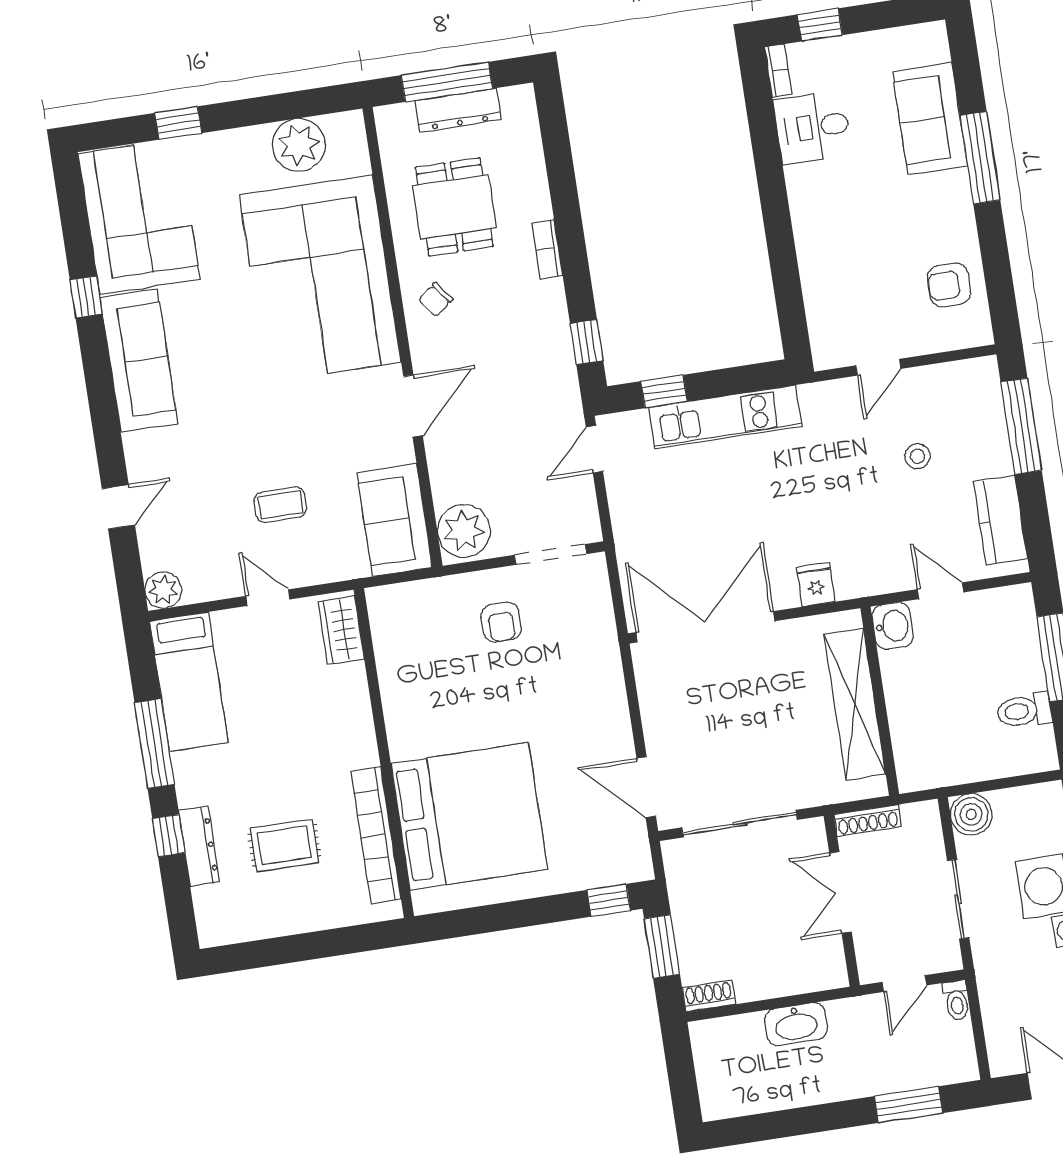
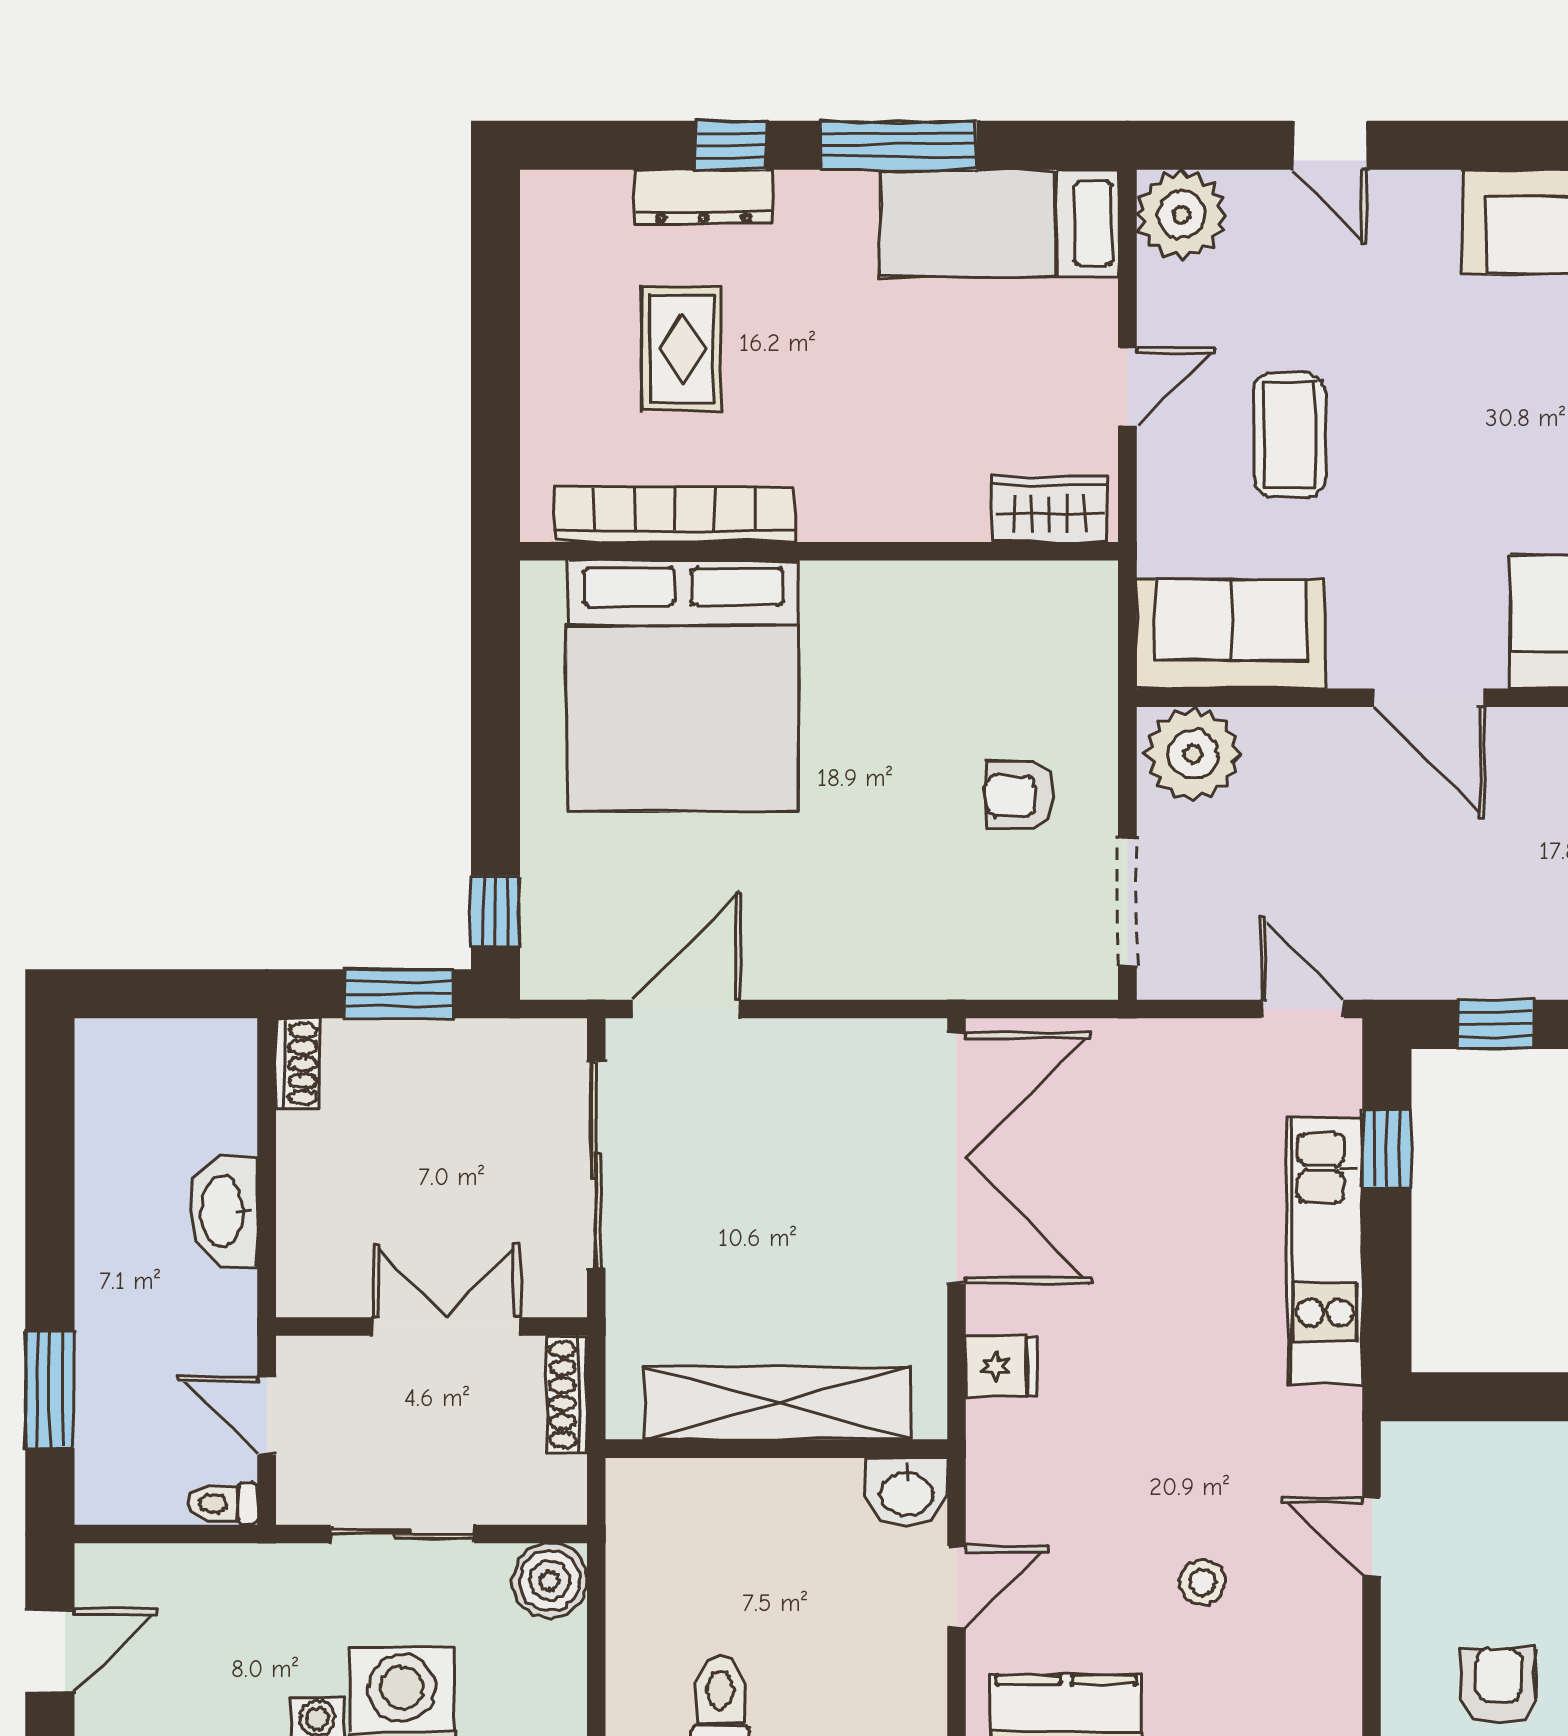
coffee table: (280, 505) -> (1289, 435), width x1.36, depth x1.30
plant: (163, 590) -> (1182, 215), width x1.36, depth x1.36

